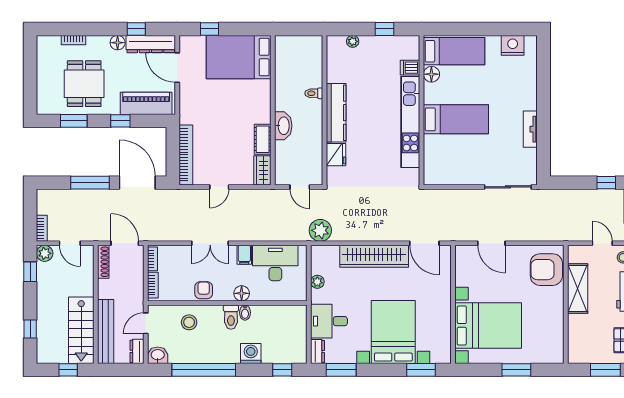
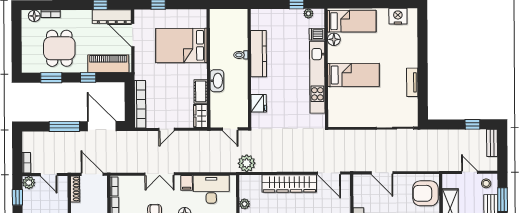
plant: (353, 41) -> (308, 14), moved
floor lamp: (118, 43) -> (34, 16), moved
bed: (239, 57) -> (181, 45), moved
kitchen counter: (336, 113) -> (259, 54), moved

